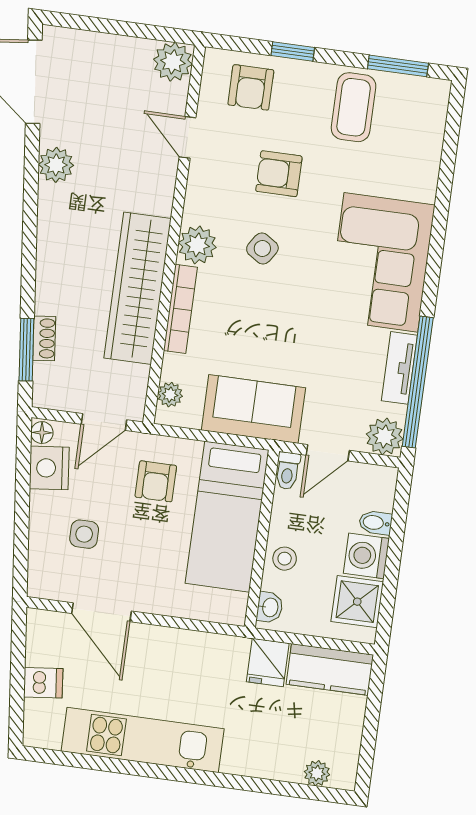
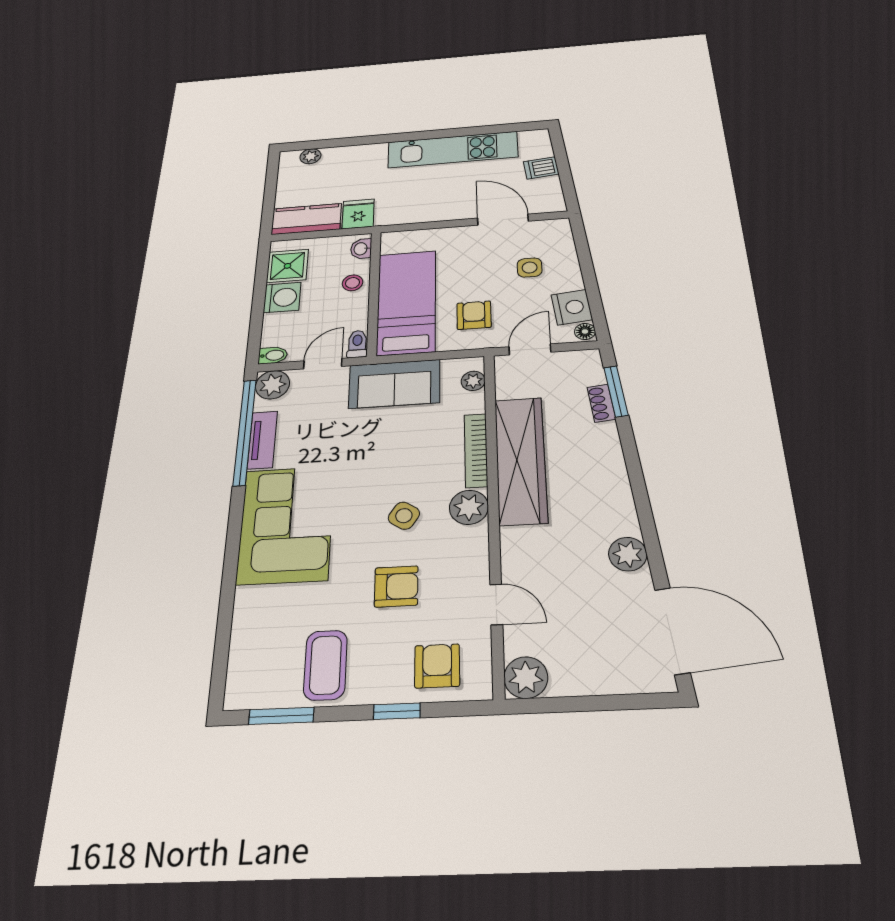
bidet: (375, 523) -> (273, 355), moved

